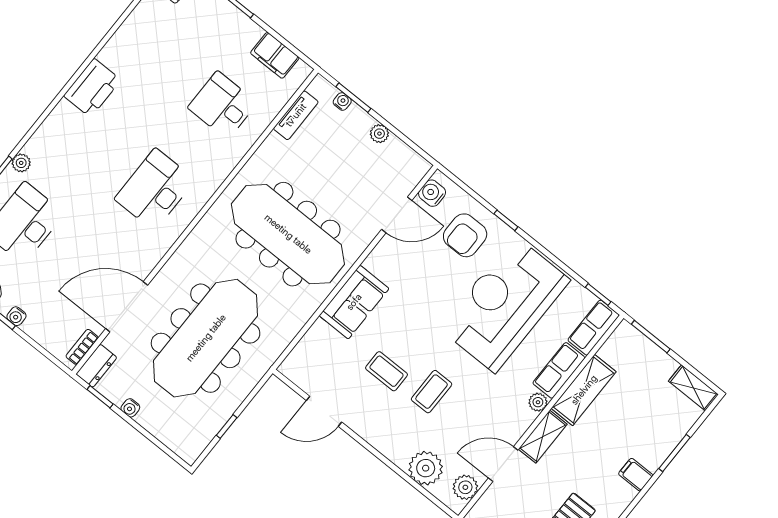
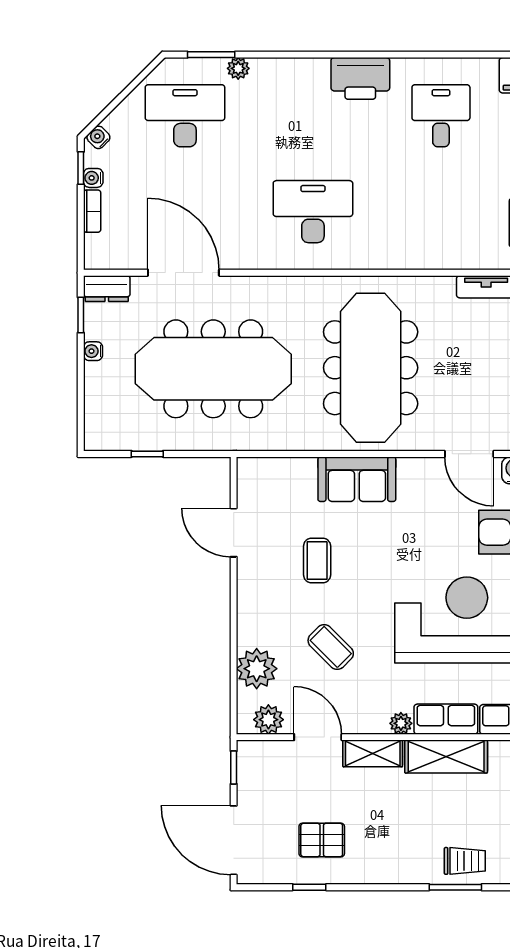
desk: (223, 105) -> (441, 116), moved
bookcase: (82, 347) -> (92, 211), moved, turned 90
coffee table: (432, 392) -> (331, 647), moved, turned 45
trolley: (662, 433) -> (465, 861), added
filing cabinet: (636, 475) -> (407, 867), removed

